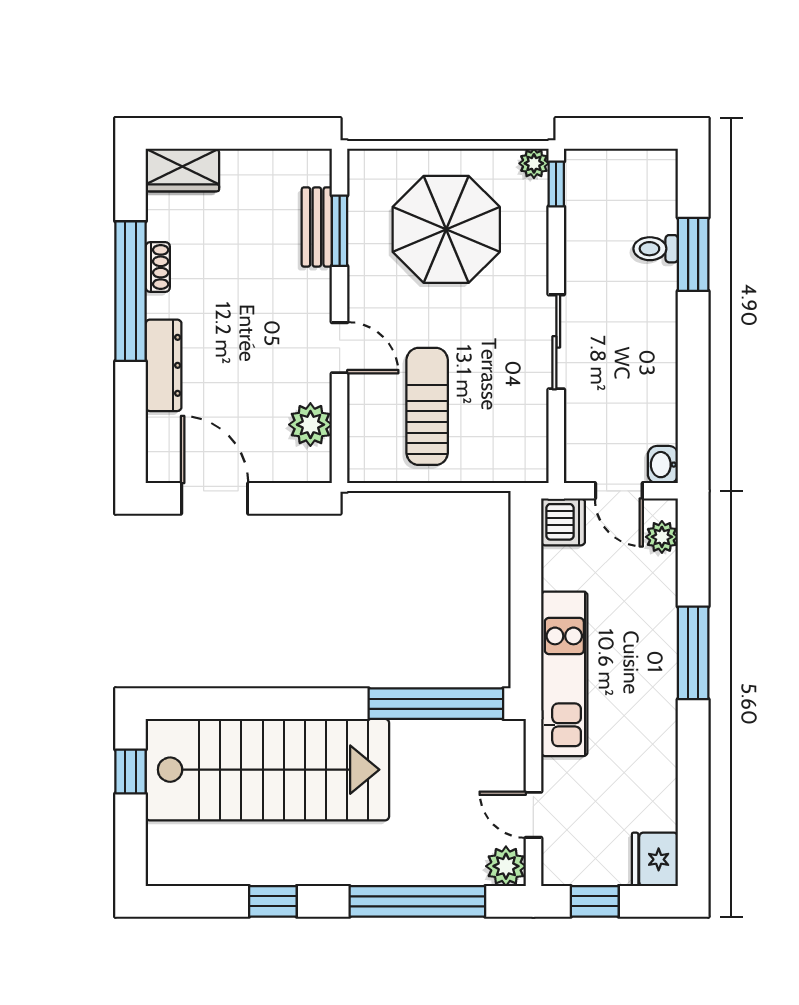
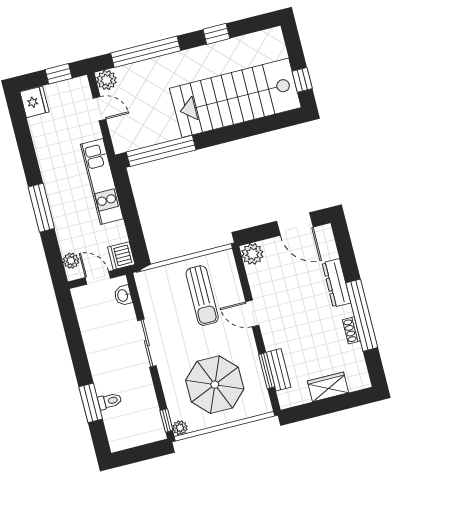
wardrobe: (182, 170) -> (328, 387), moved
plant: (310, 425) -> (252, 254), moved
washbasin: (663, 465) -> (123, 295), moved, turned 180

